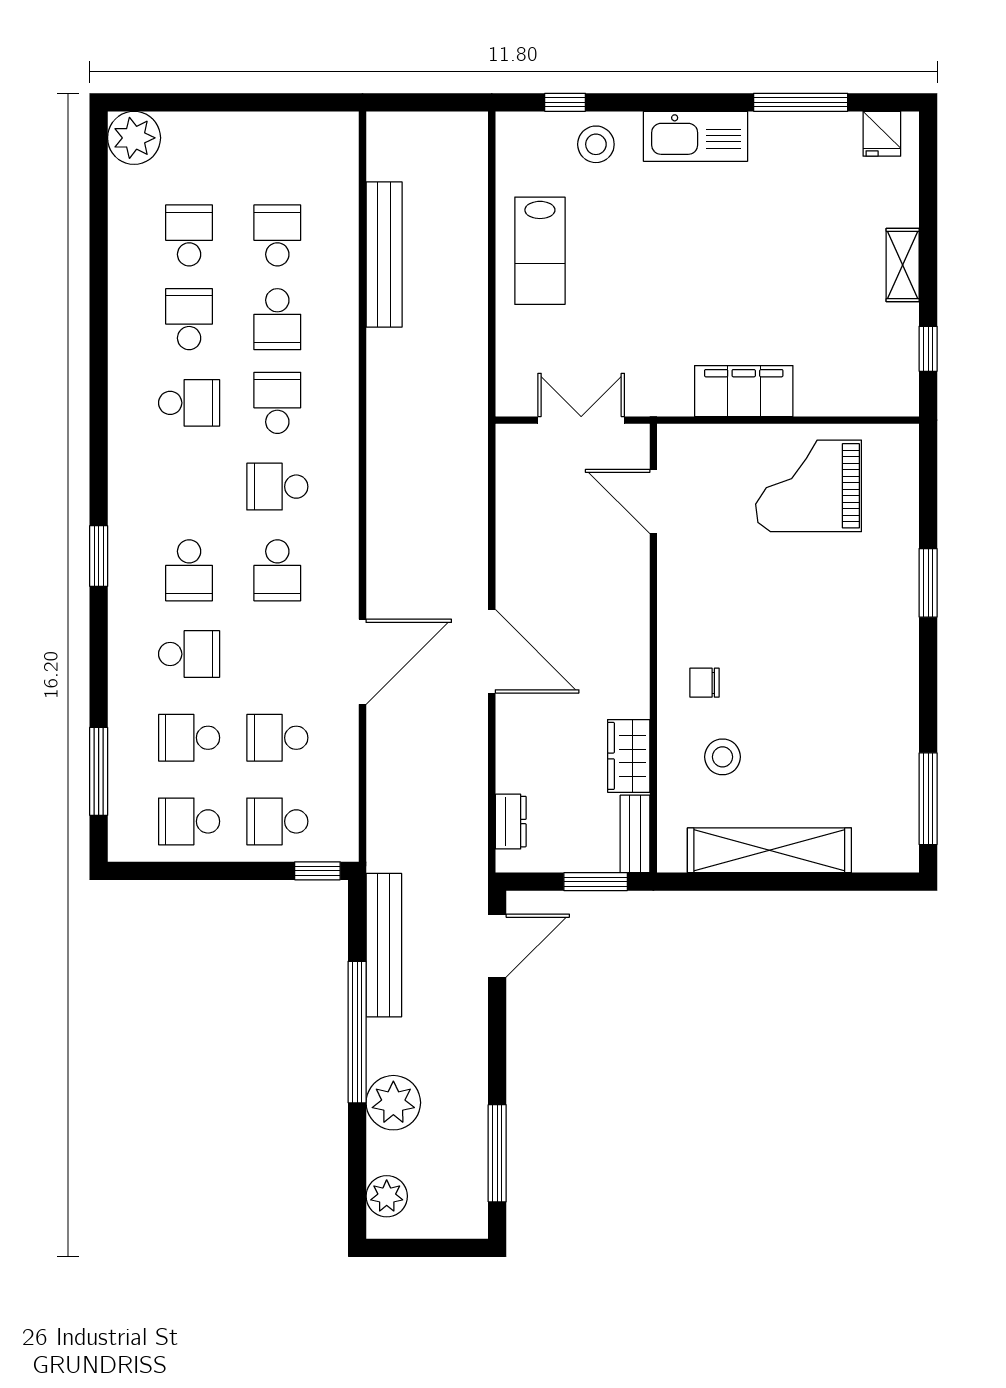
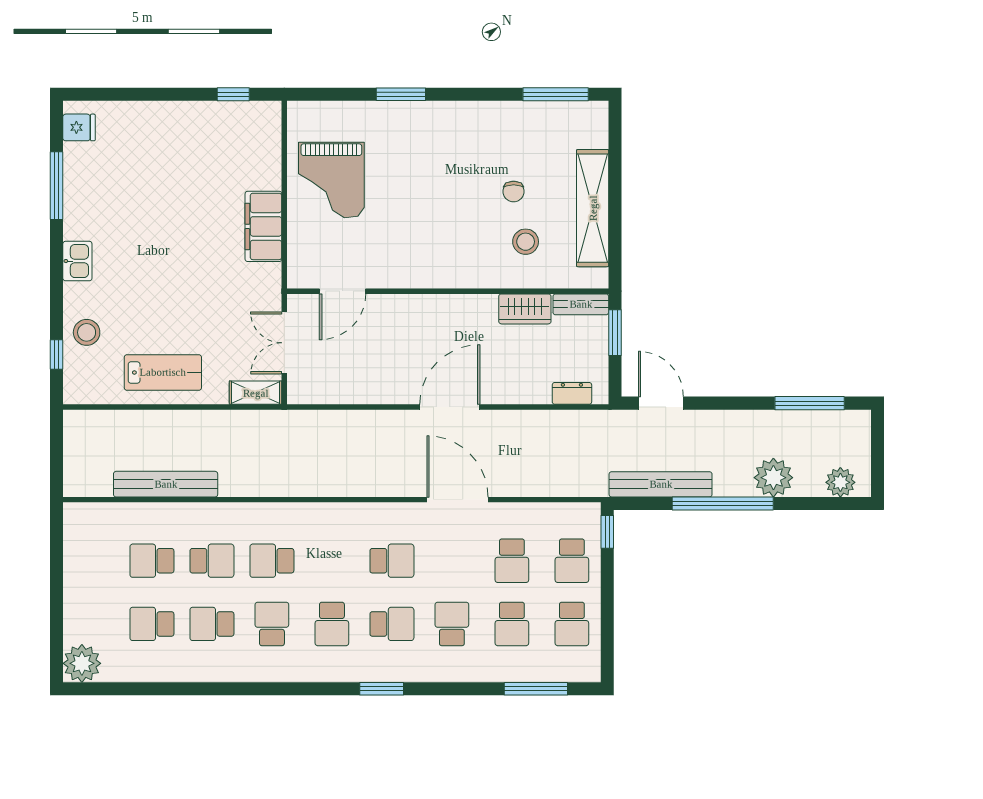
kitchen sink: (695, 136) -> (77, 261), width x0.53, depth x0.81
shelving: (903, 265) -> (256, 393), moved
school desk: (277, 487) -> (332, 624), moved
chair: (705, 683) -> (514, 191), moved

